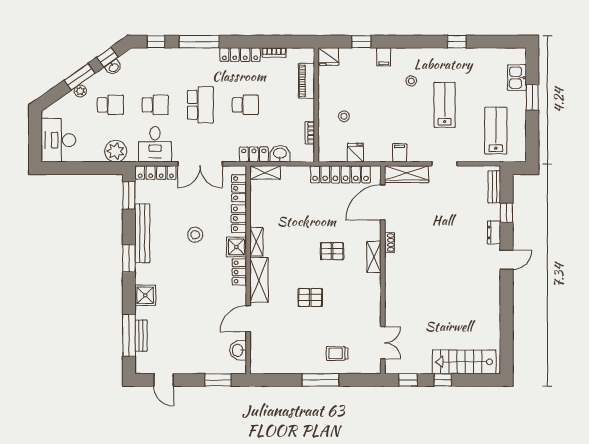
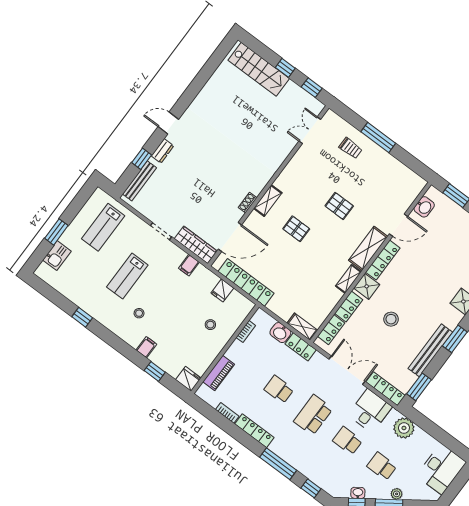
bench: (494, 187) -> (140, 181), width x1.36
locker: (239, 272) -> (383, 260), width x1.53

